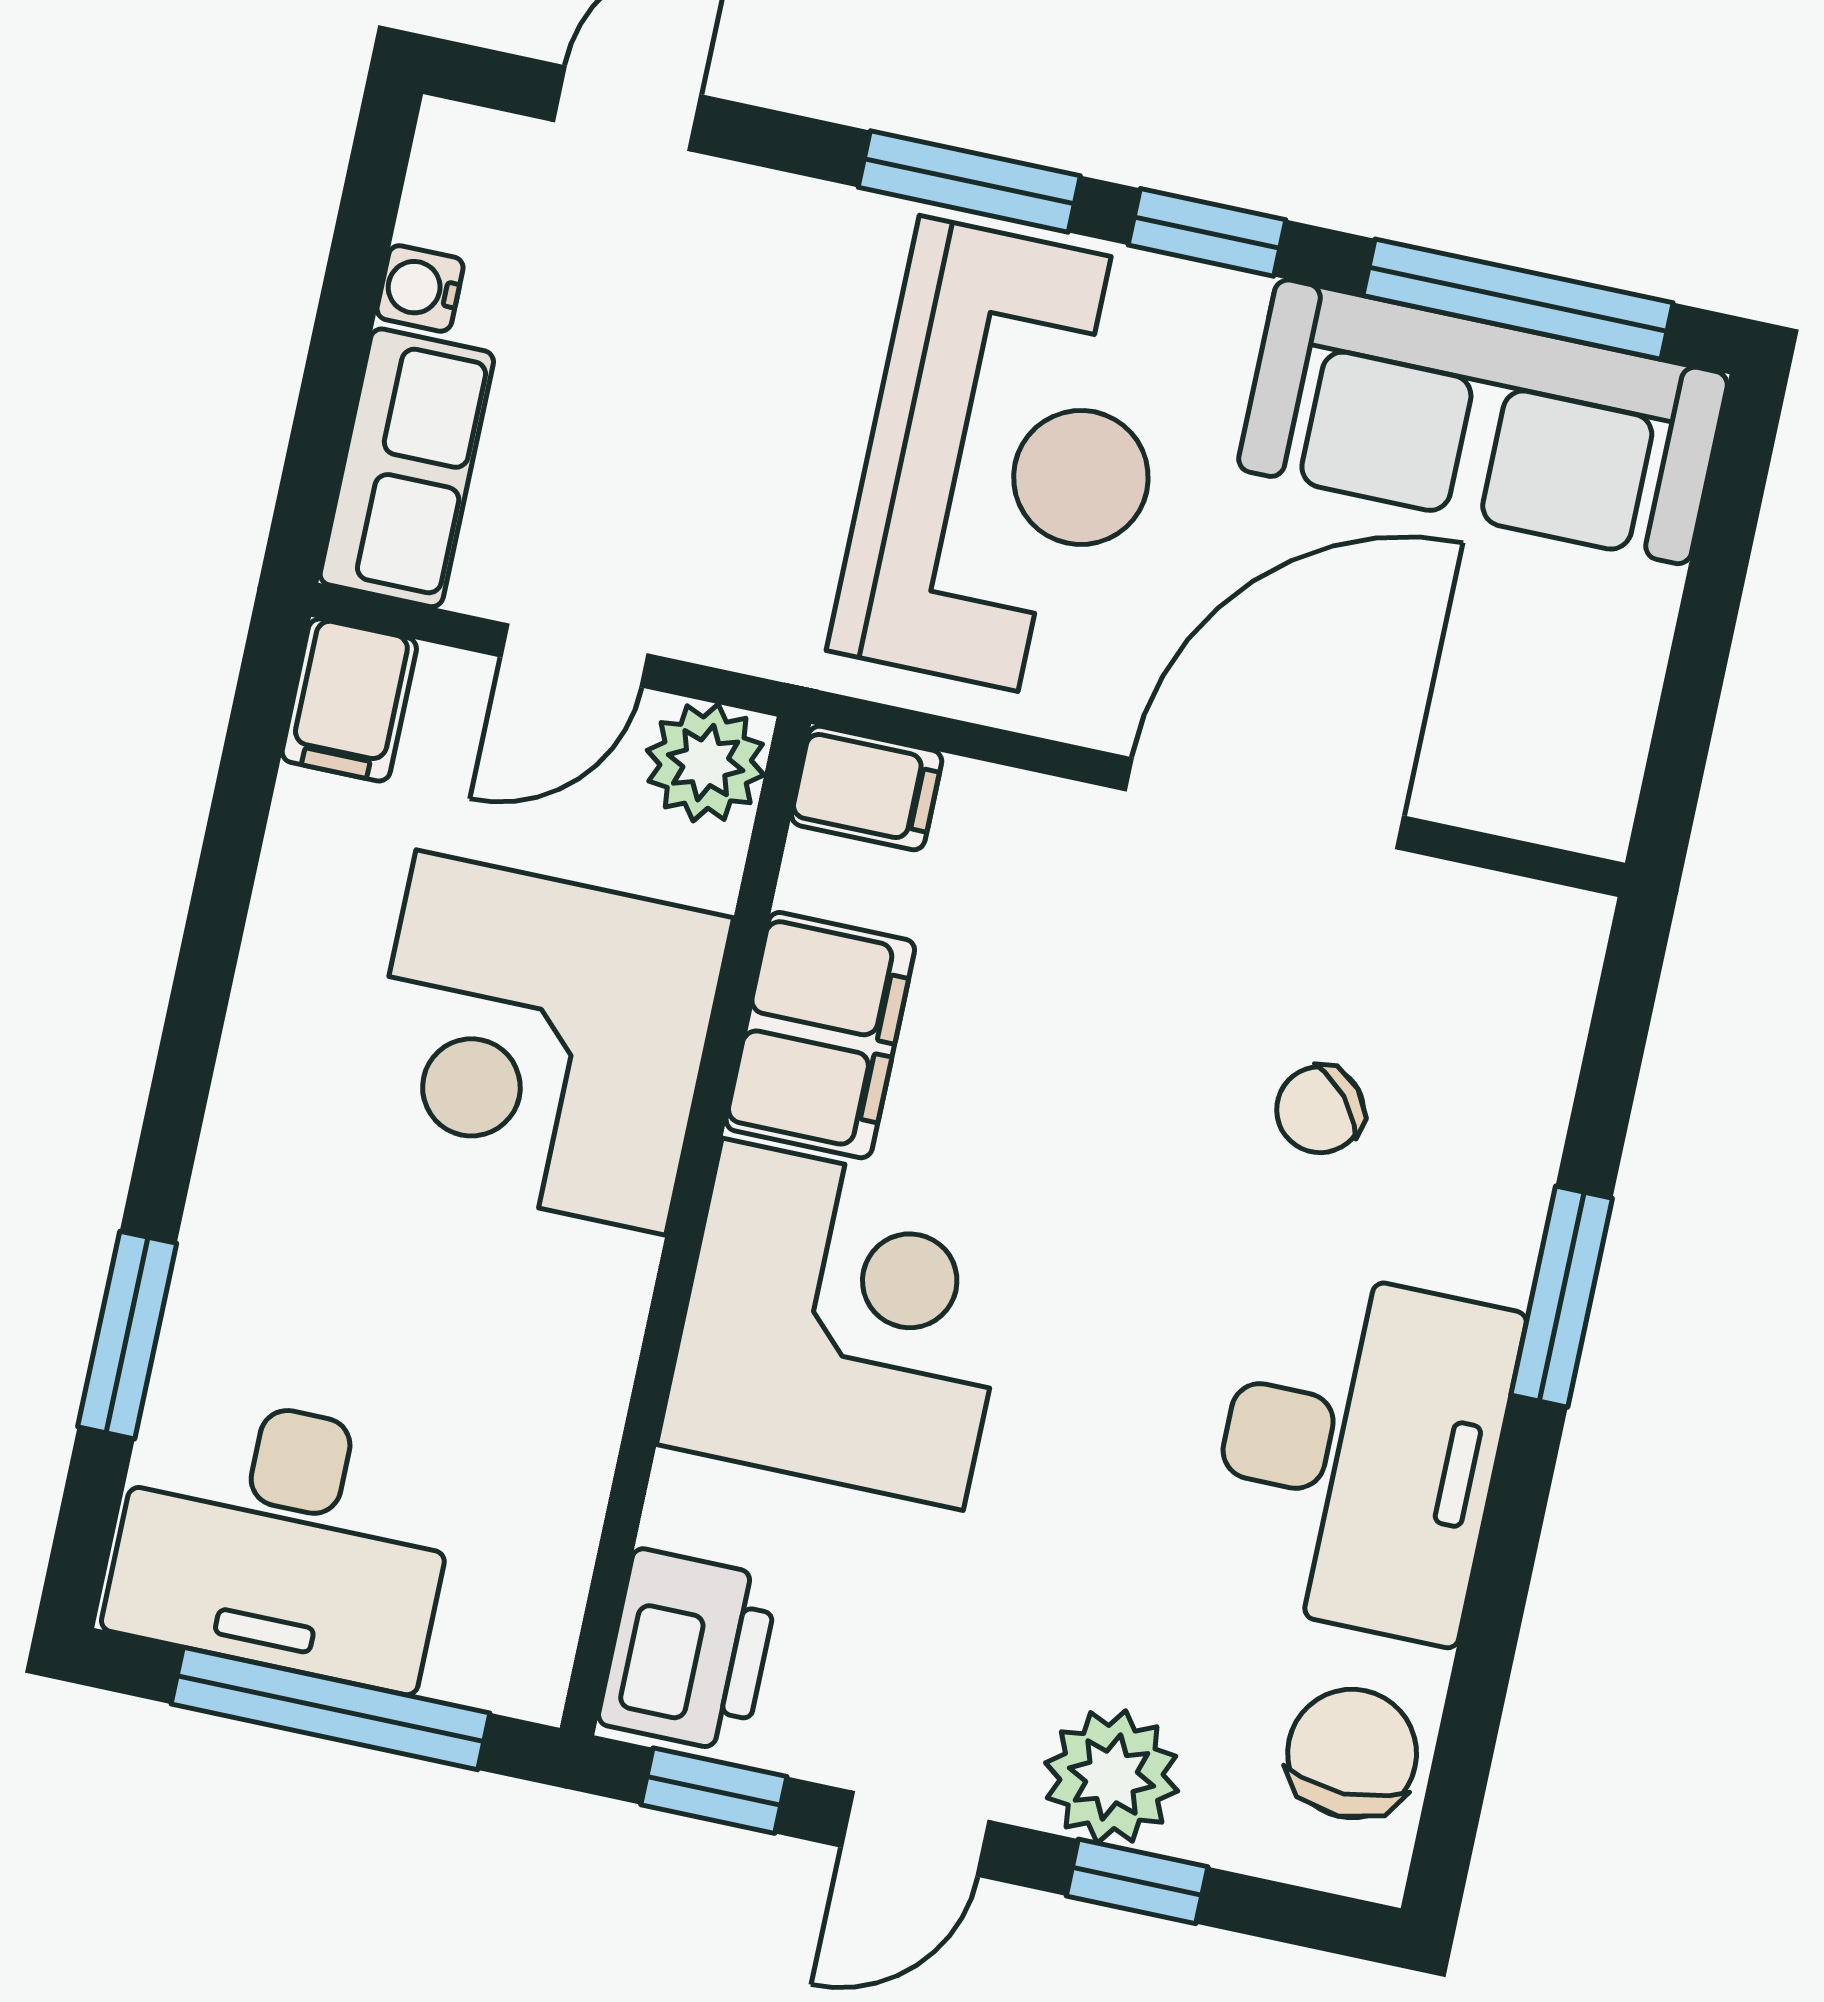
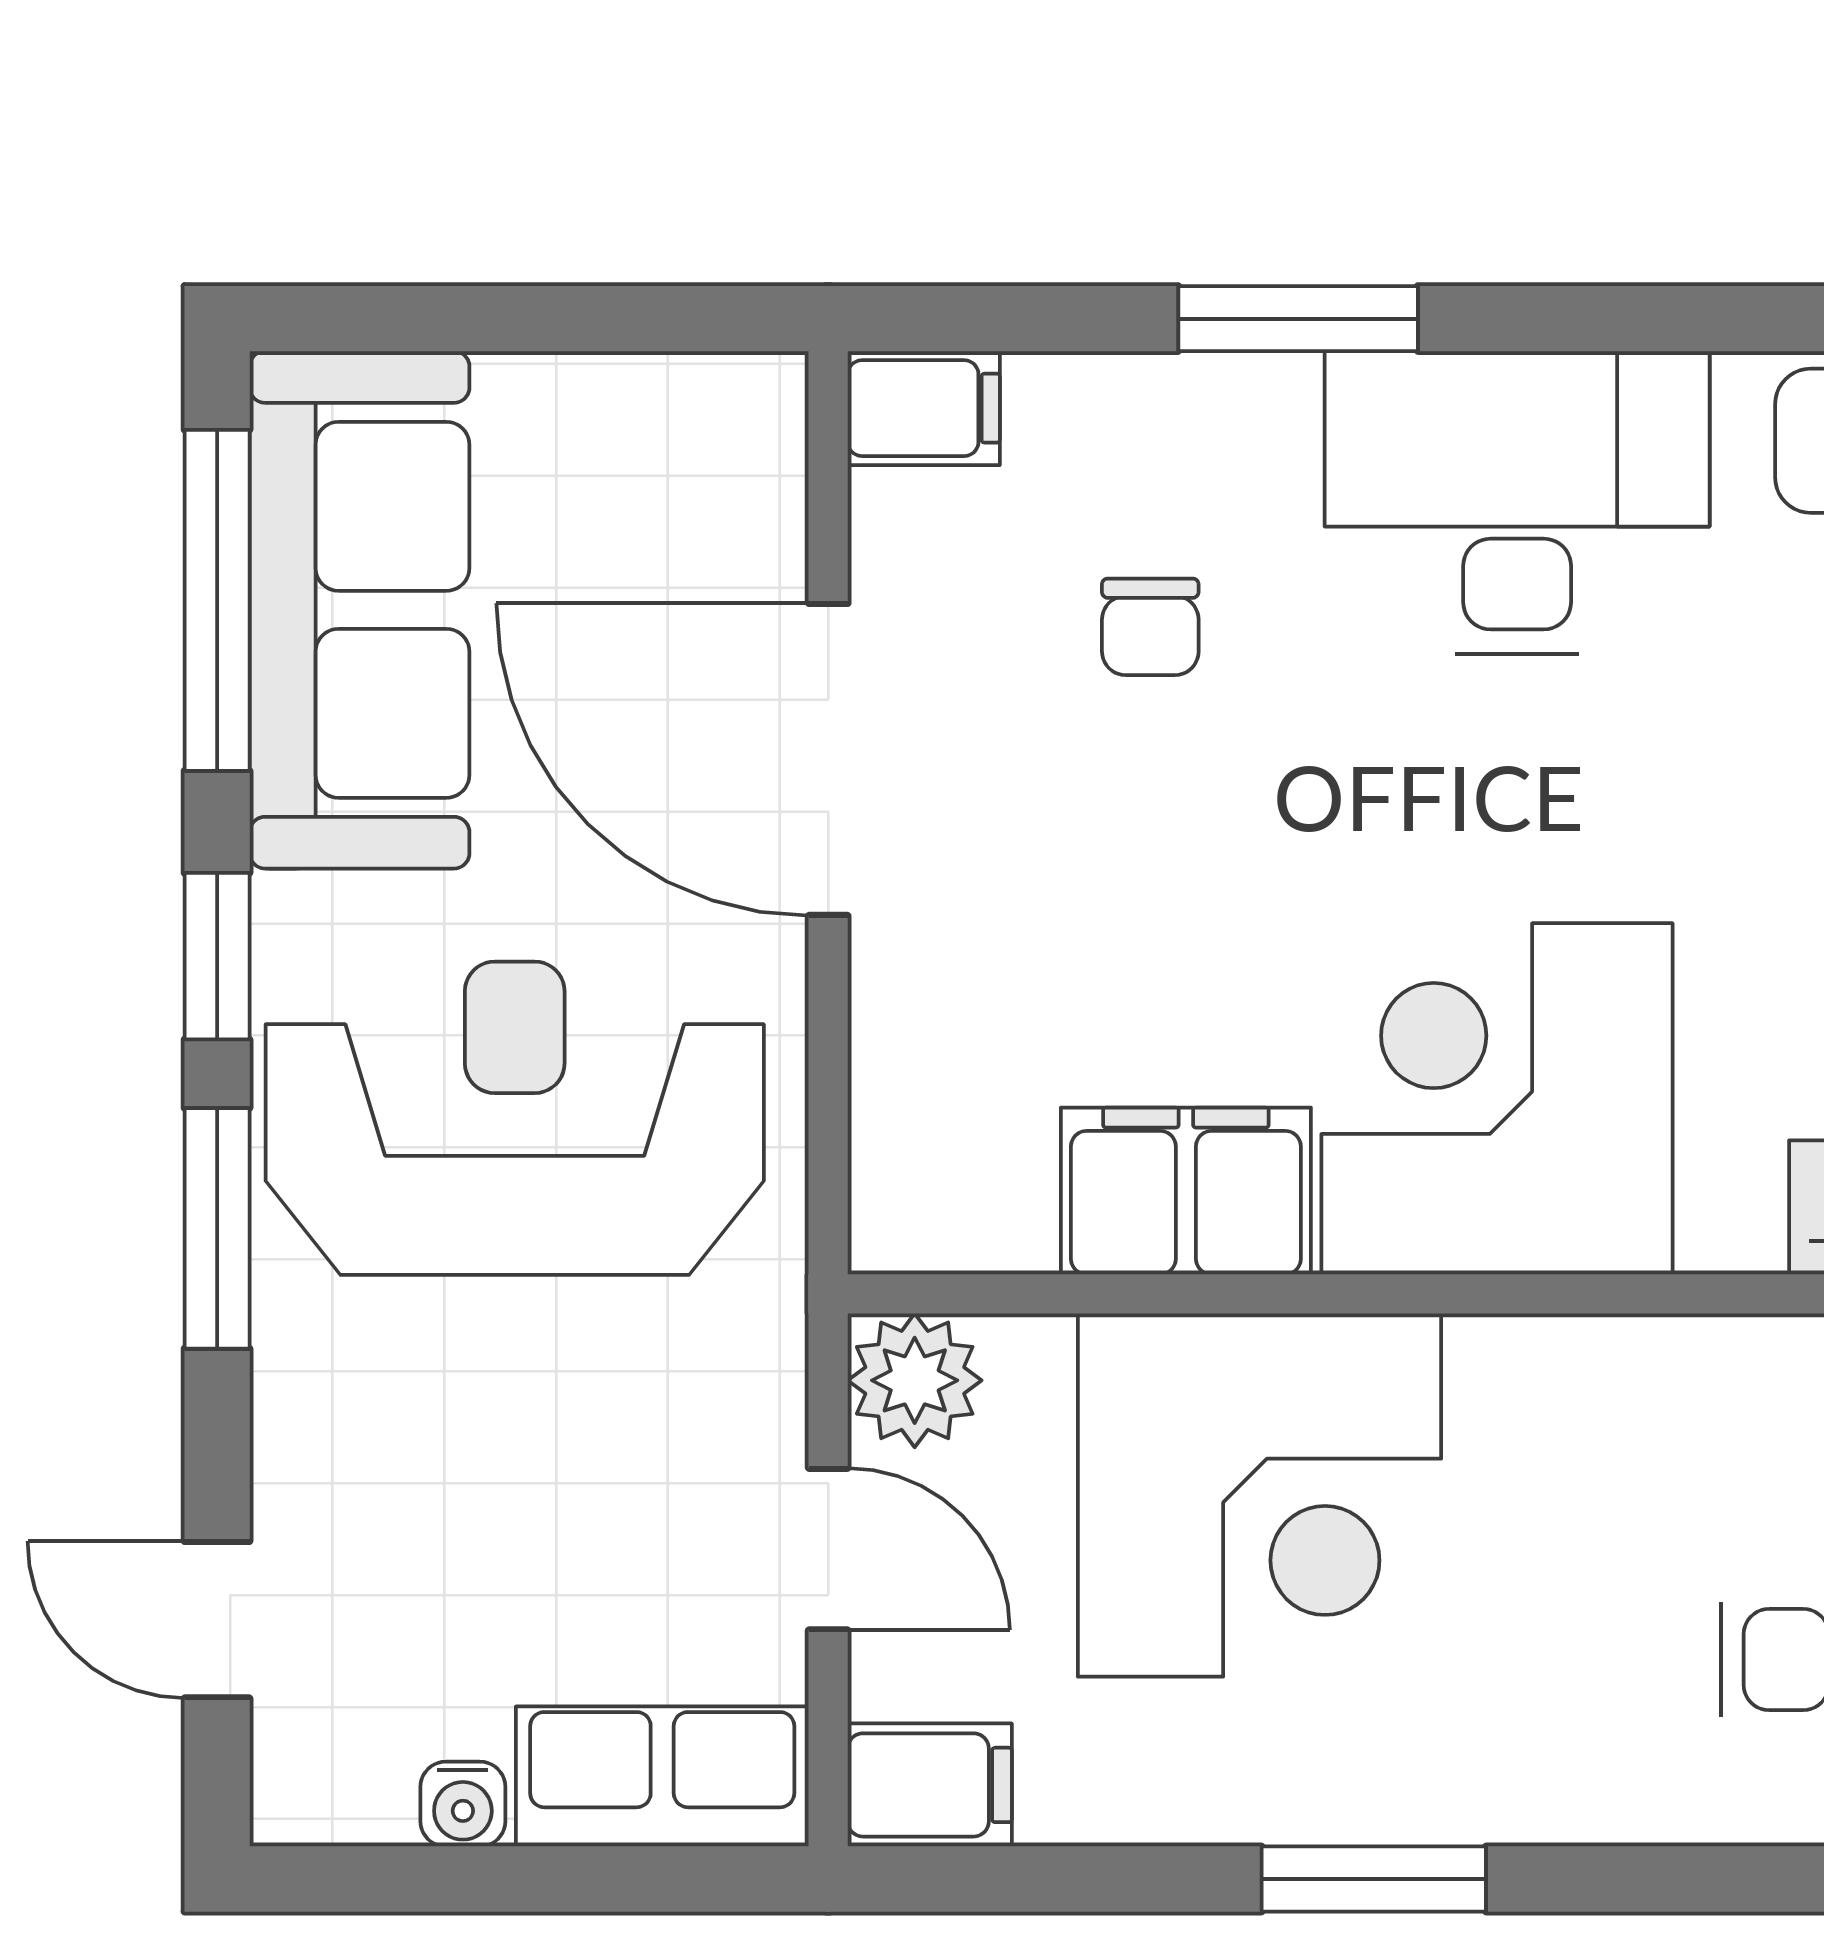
filing cabinet: (867, 788) -> (924, 408), moved, turned 90
chair: (1320, 1110) -> (1150, 627), turned 41
window: (127, 1335) -> (1374, 1879), moved

